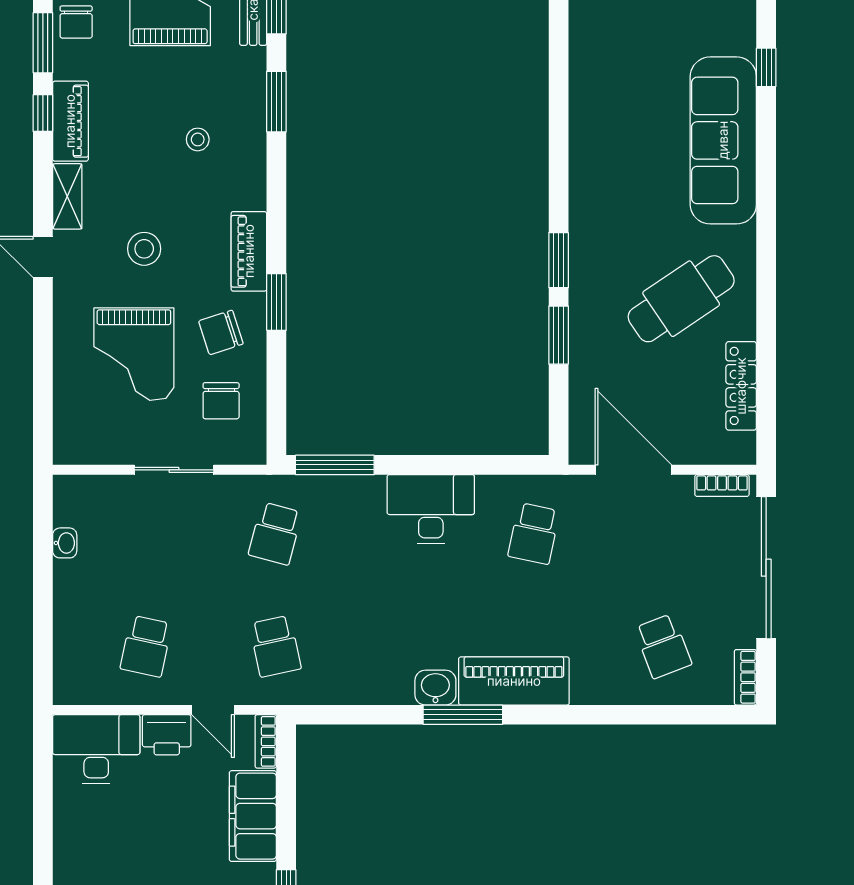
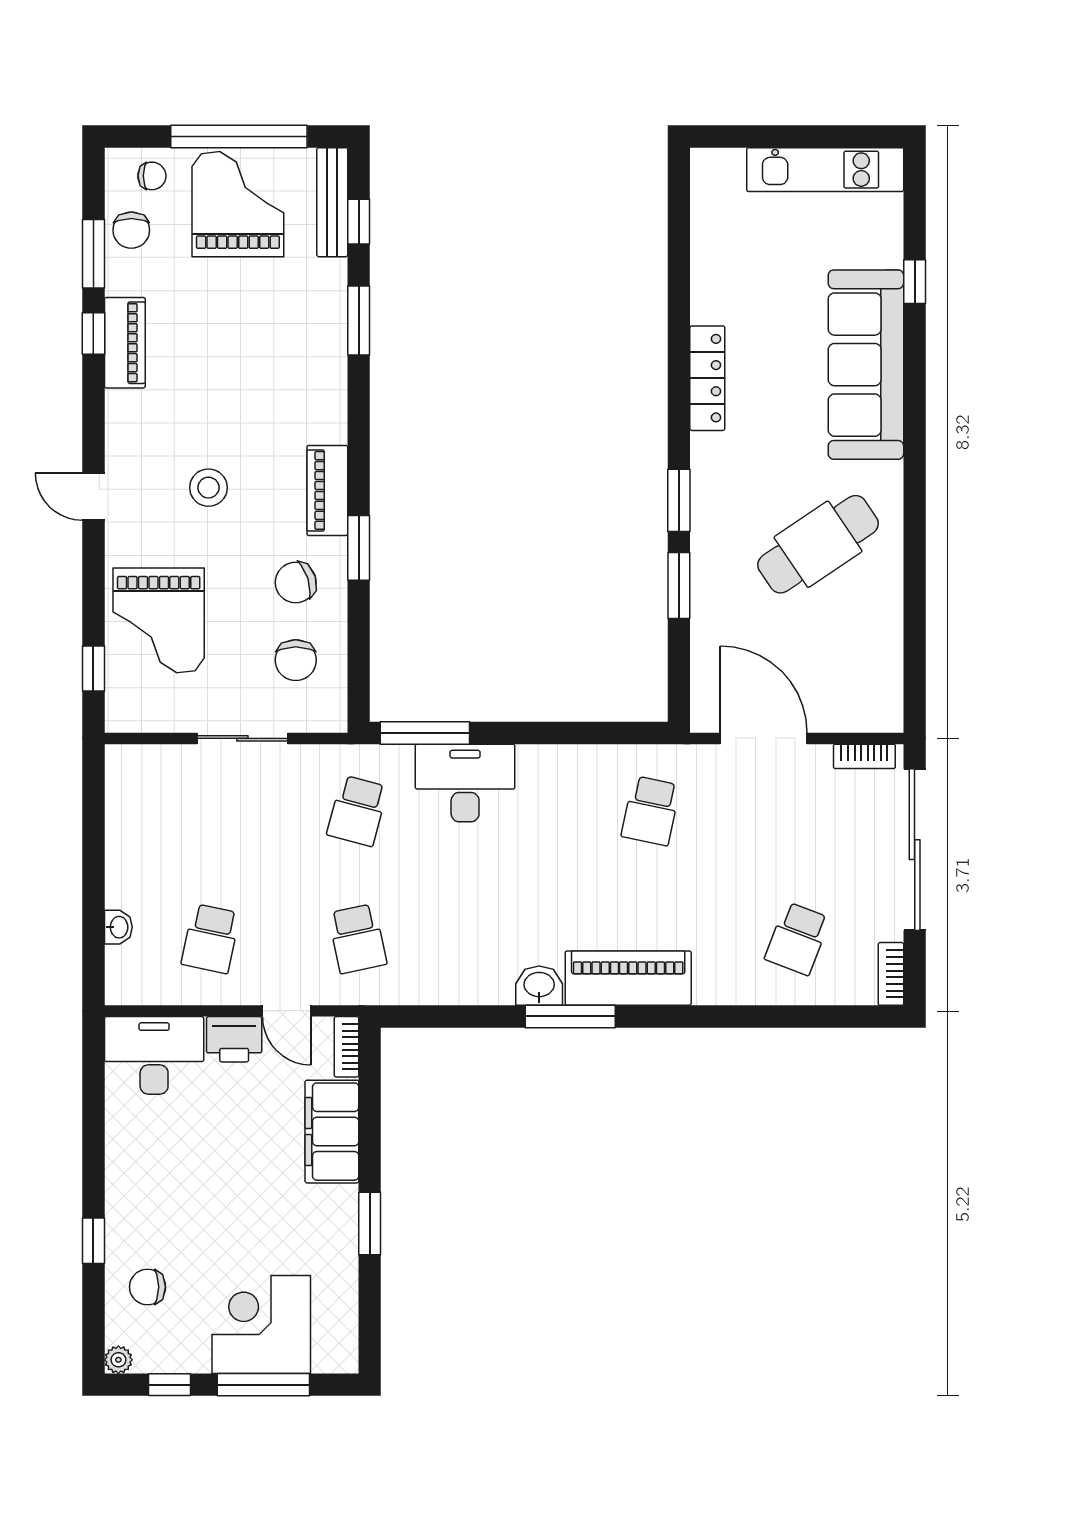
stool: (198, 139) -> (269, 364), removed
shelving: (67, 196) -> (121, 428), removed
grand piano: (134, 354) -> (159, 620), moved
locker: (741, 386) -> (707, 378), moved, turned 180
window: (43, 408) -> (93, 669), added
desk: (431, 509) -> (465, 783), moved
washbasin: (65, 543) -> (118, 927), moved
school desk: (663, 646) -> (797, 939), turned 42

